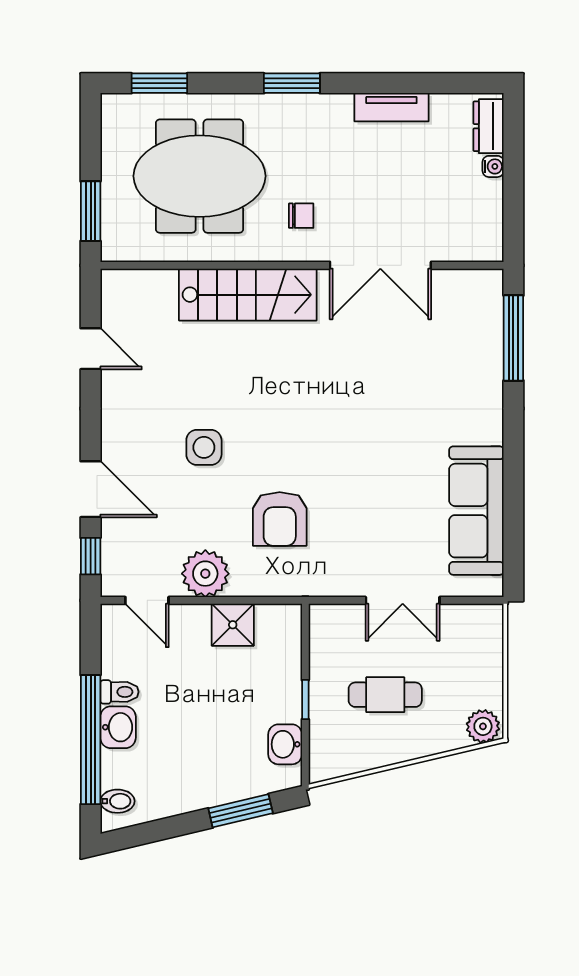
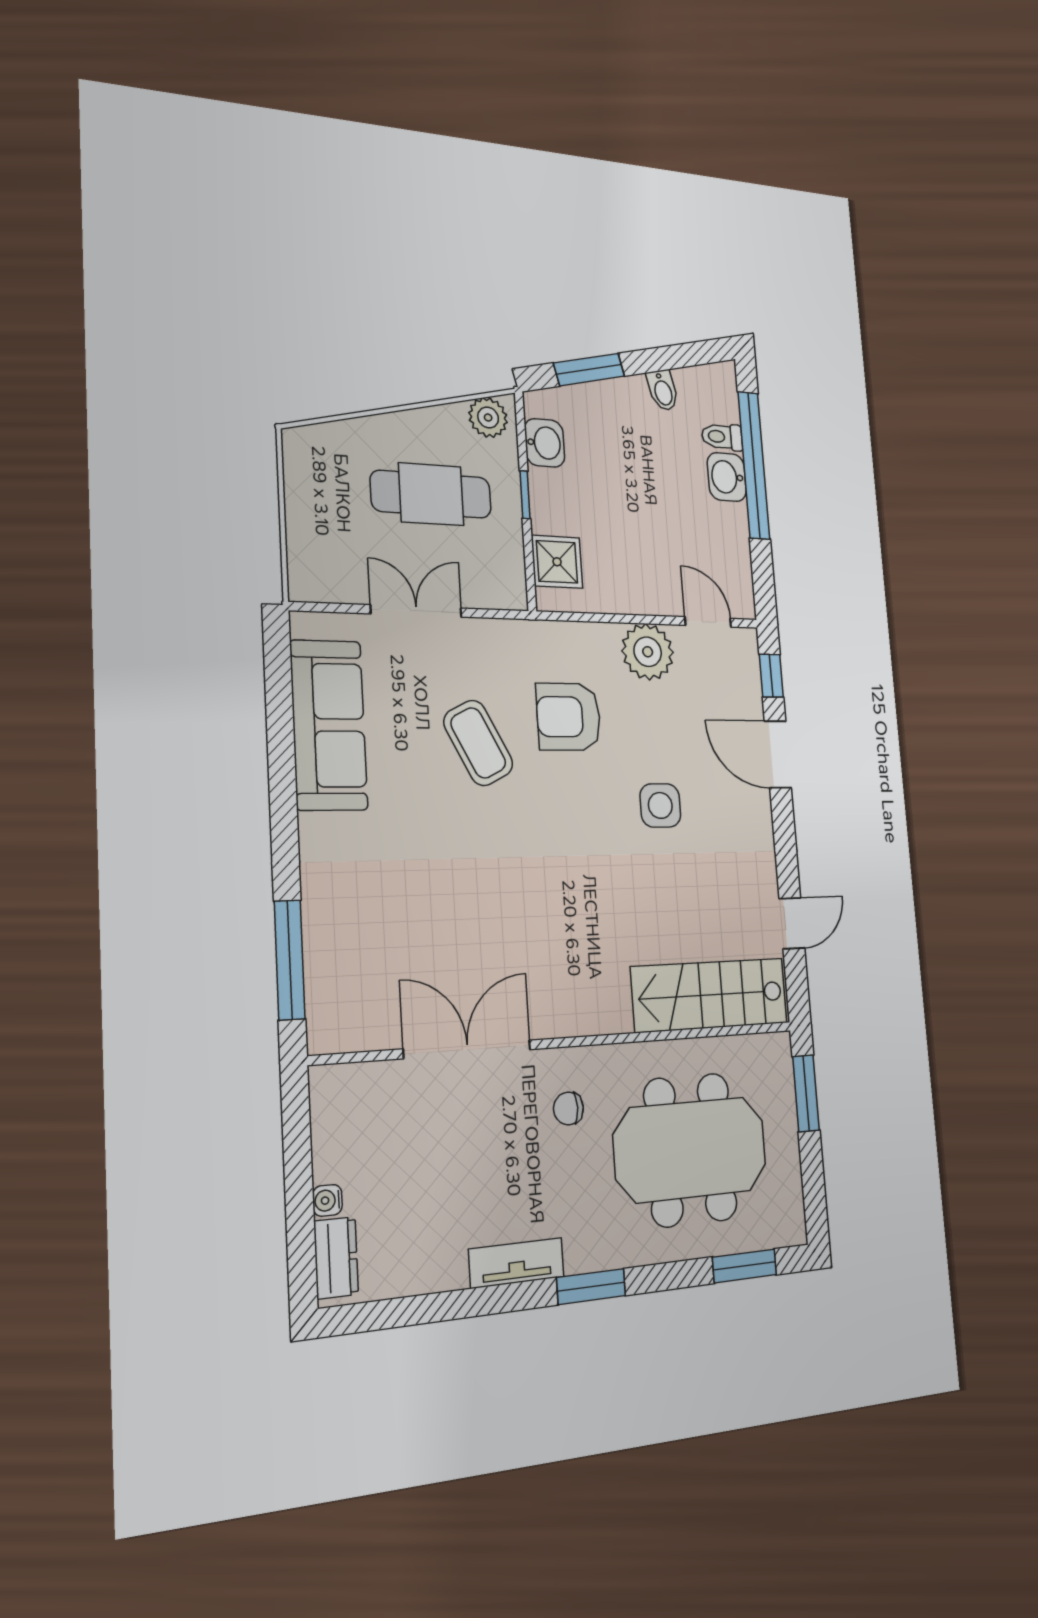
tv unit: (391, 107) -> (516, 1263), moved
stairs: (248, 295) -> (710, 995), moved
door: (91, 349) -> (792, 923), swing flipped
coffee table: (358, 498) -> (478, 743), added
armchair: (280, 519) -> (569, 717), turned -90
shower: (233, 625) -> (557, 562), moved
toilet: (119, 692) -> (722, 437), moved
cafe table: (385, 695) -> (431, 494), width x1.37, depth x1.35
plant: (483, 726) -> (488, 417), moved
bidet: (117, 801) -> (663, 390), moved, turned -103

